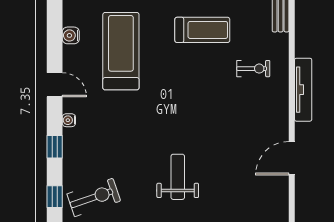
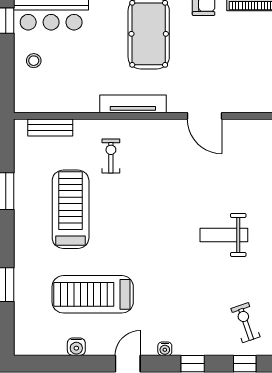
treadmill: (202, 30) -> (71, 209), width x1.37, depth x1.38
exercise bike: (94, 197) -> (246, 323), width x0.73, depth x0.72

